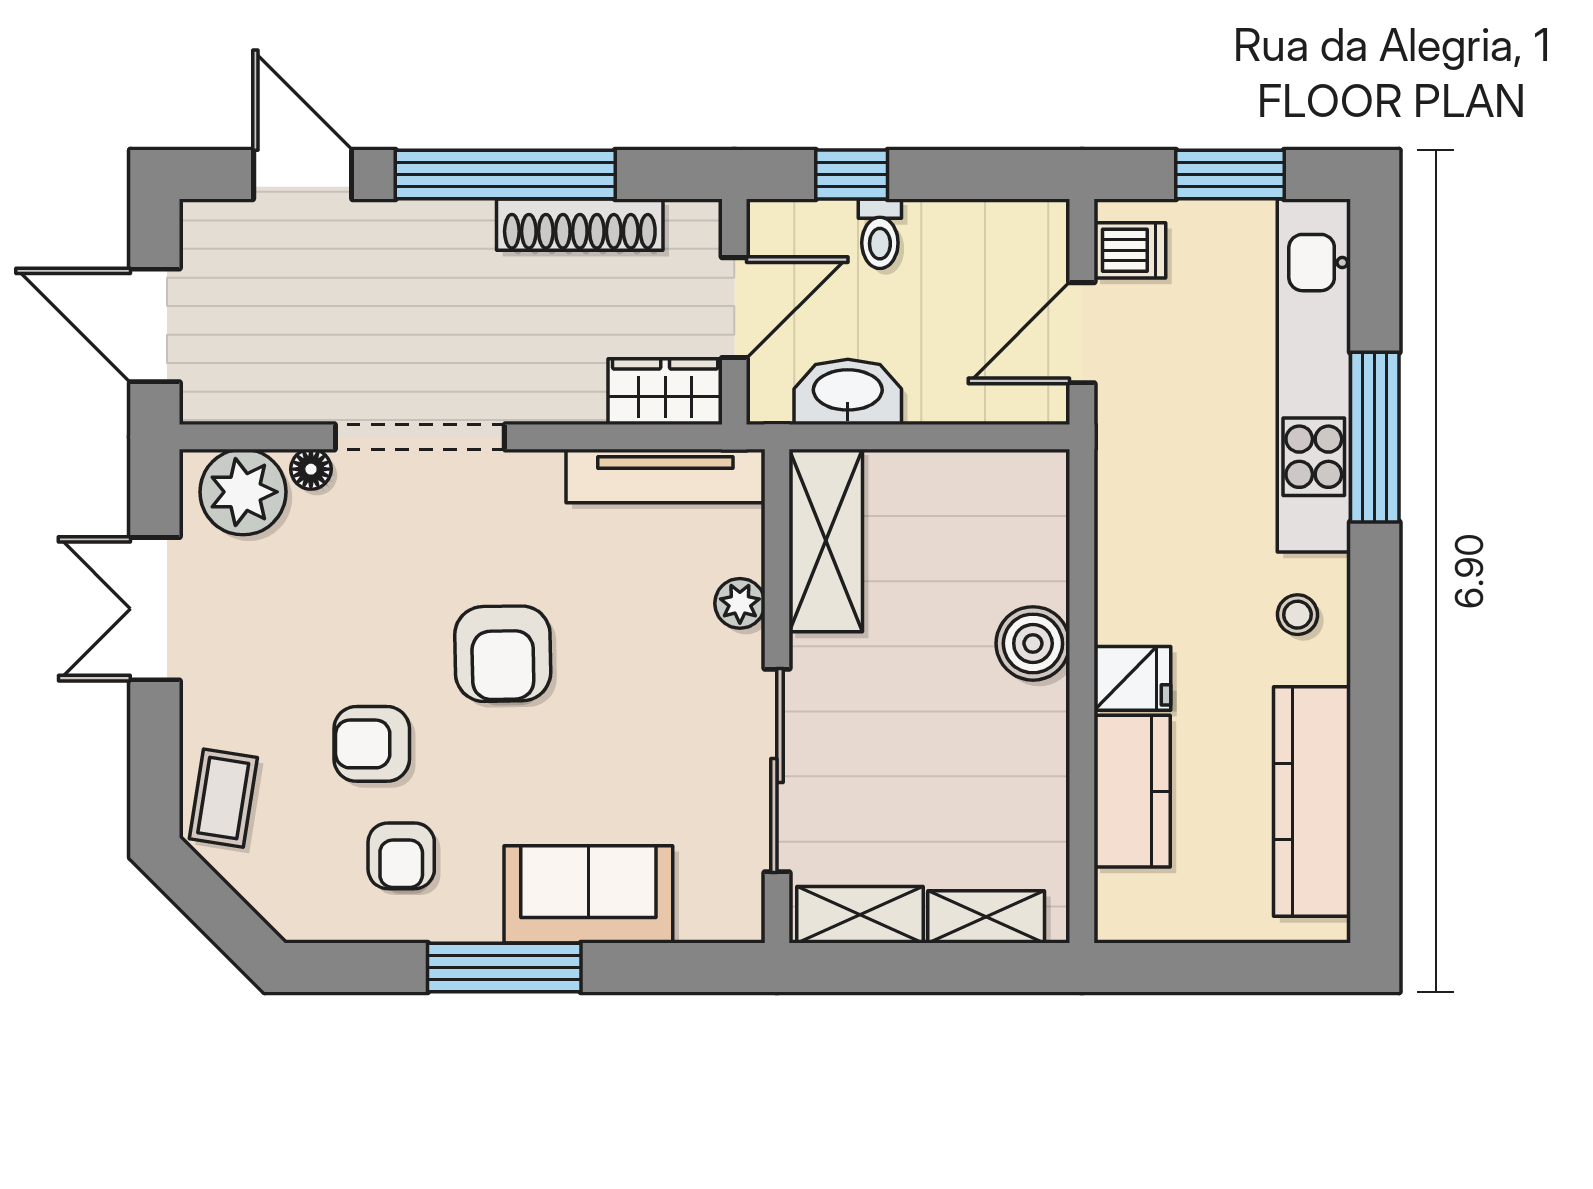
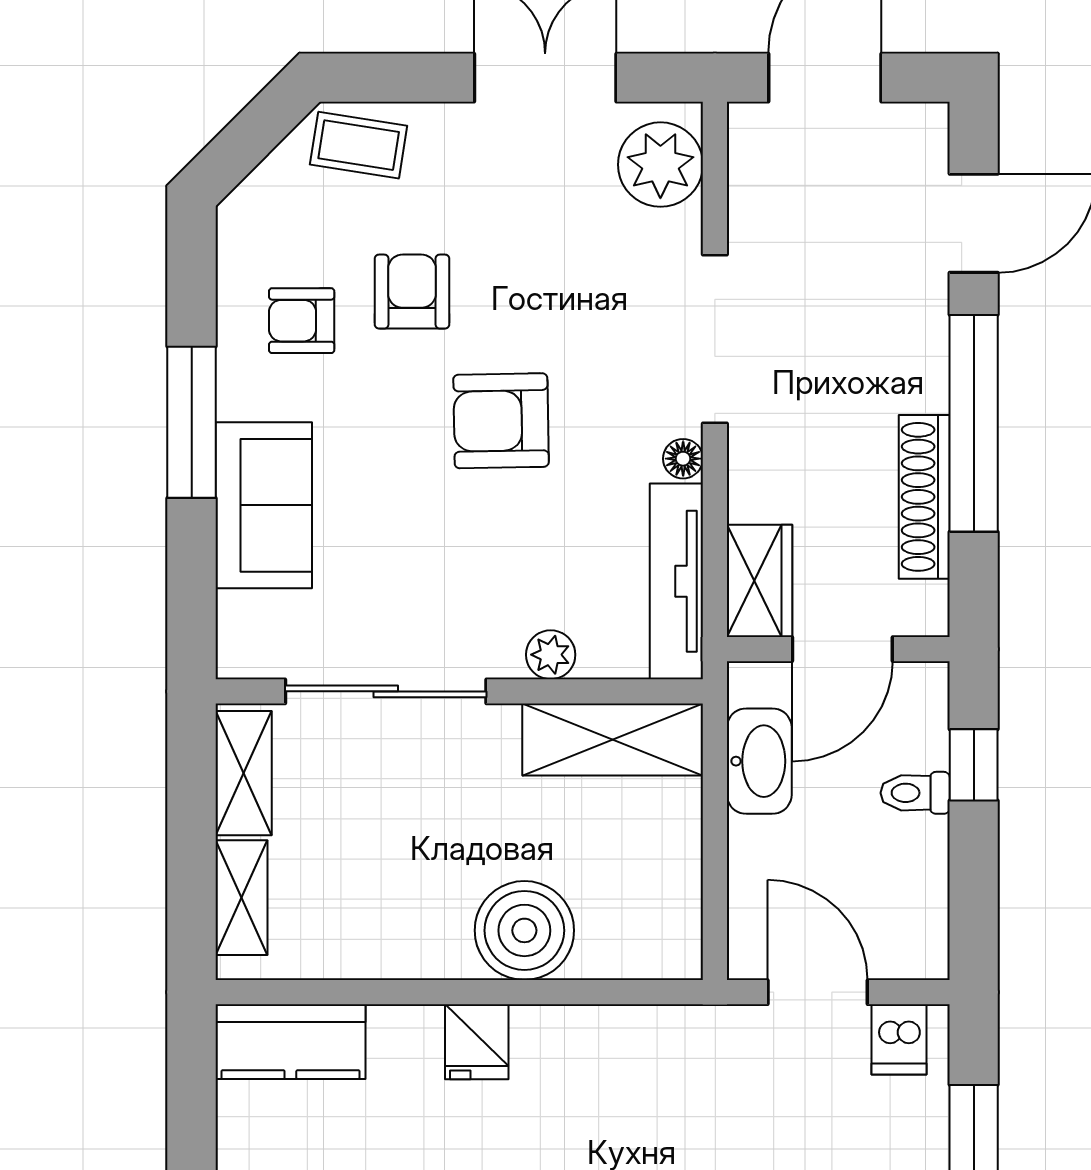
door: (734, 308) -> (842, 649), hinge flipped
floor lamp: (311, 469) -> (683, 459), moved
boiler: (1033, 643) -> (524, 930), width x1.37, depth x1.37
kitchen counter: (1132, 791) -> (290, 1042), moved

